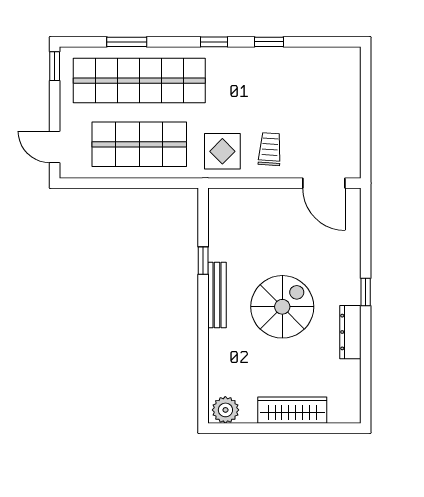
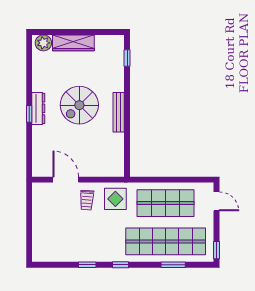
door: (324, 183) -> (66, 180), moved
window: (203, 261) -> (127, 58), moved
dresser: (350, 332) -> (38, 108), moved
plant: (225, 410) -> (43, 43), moved

